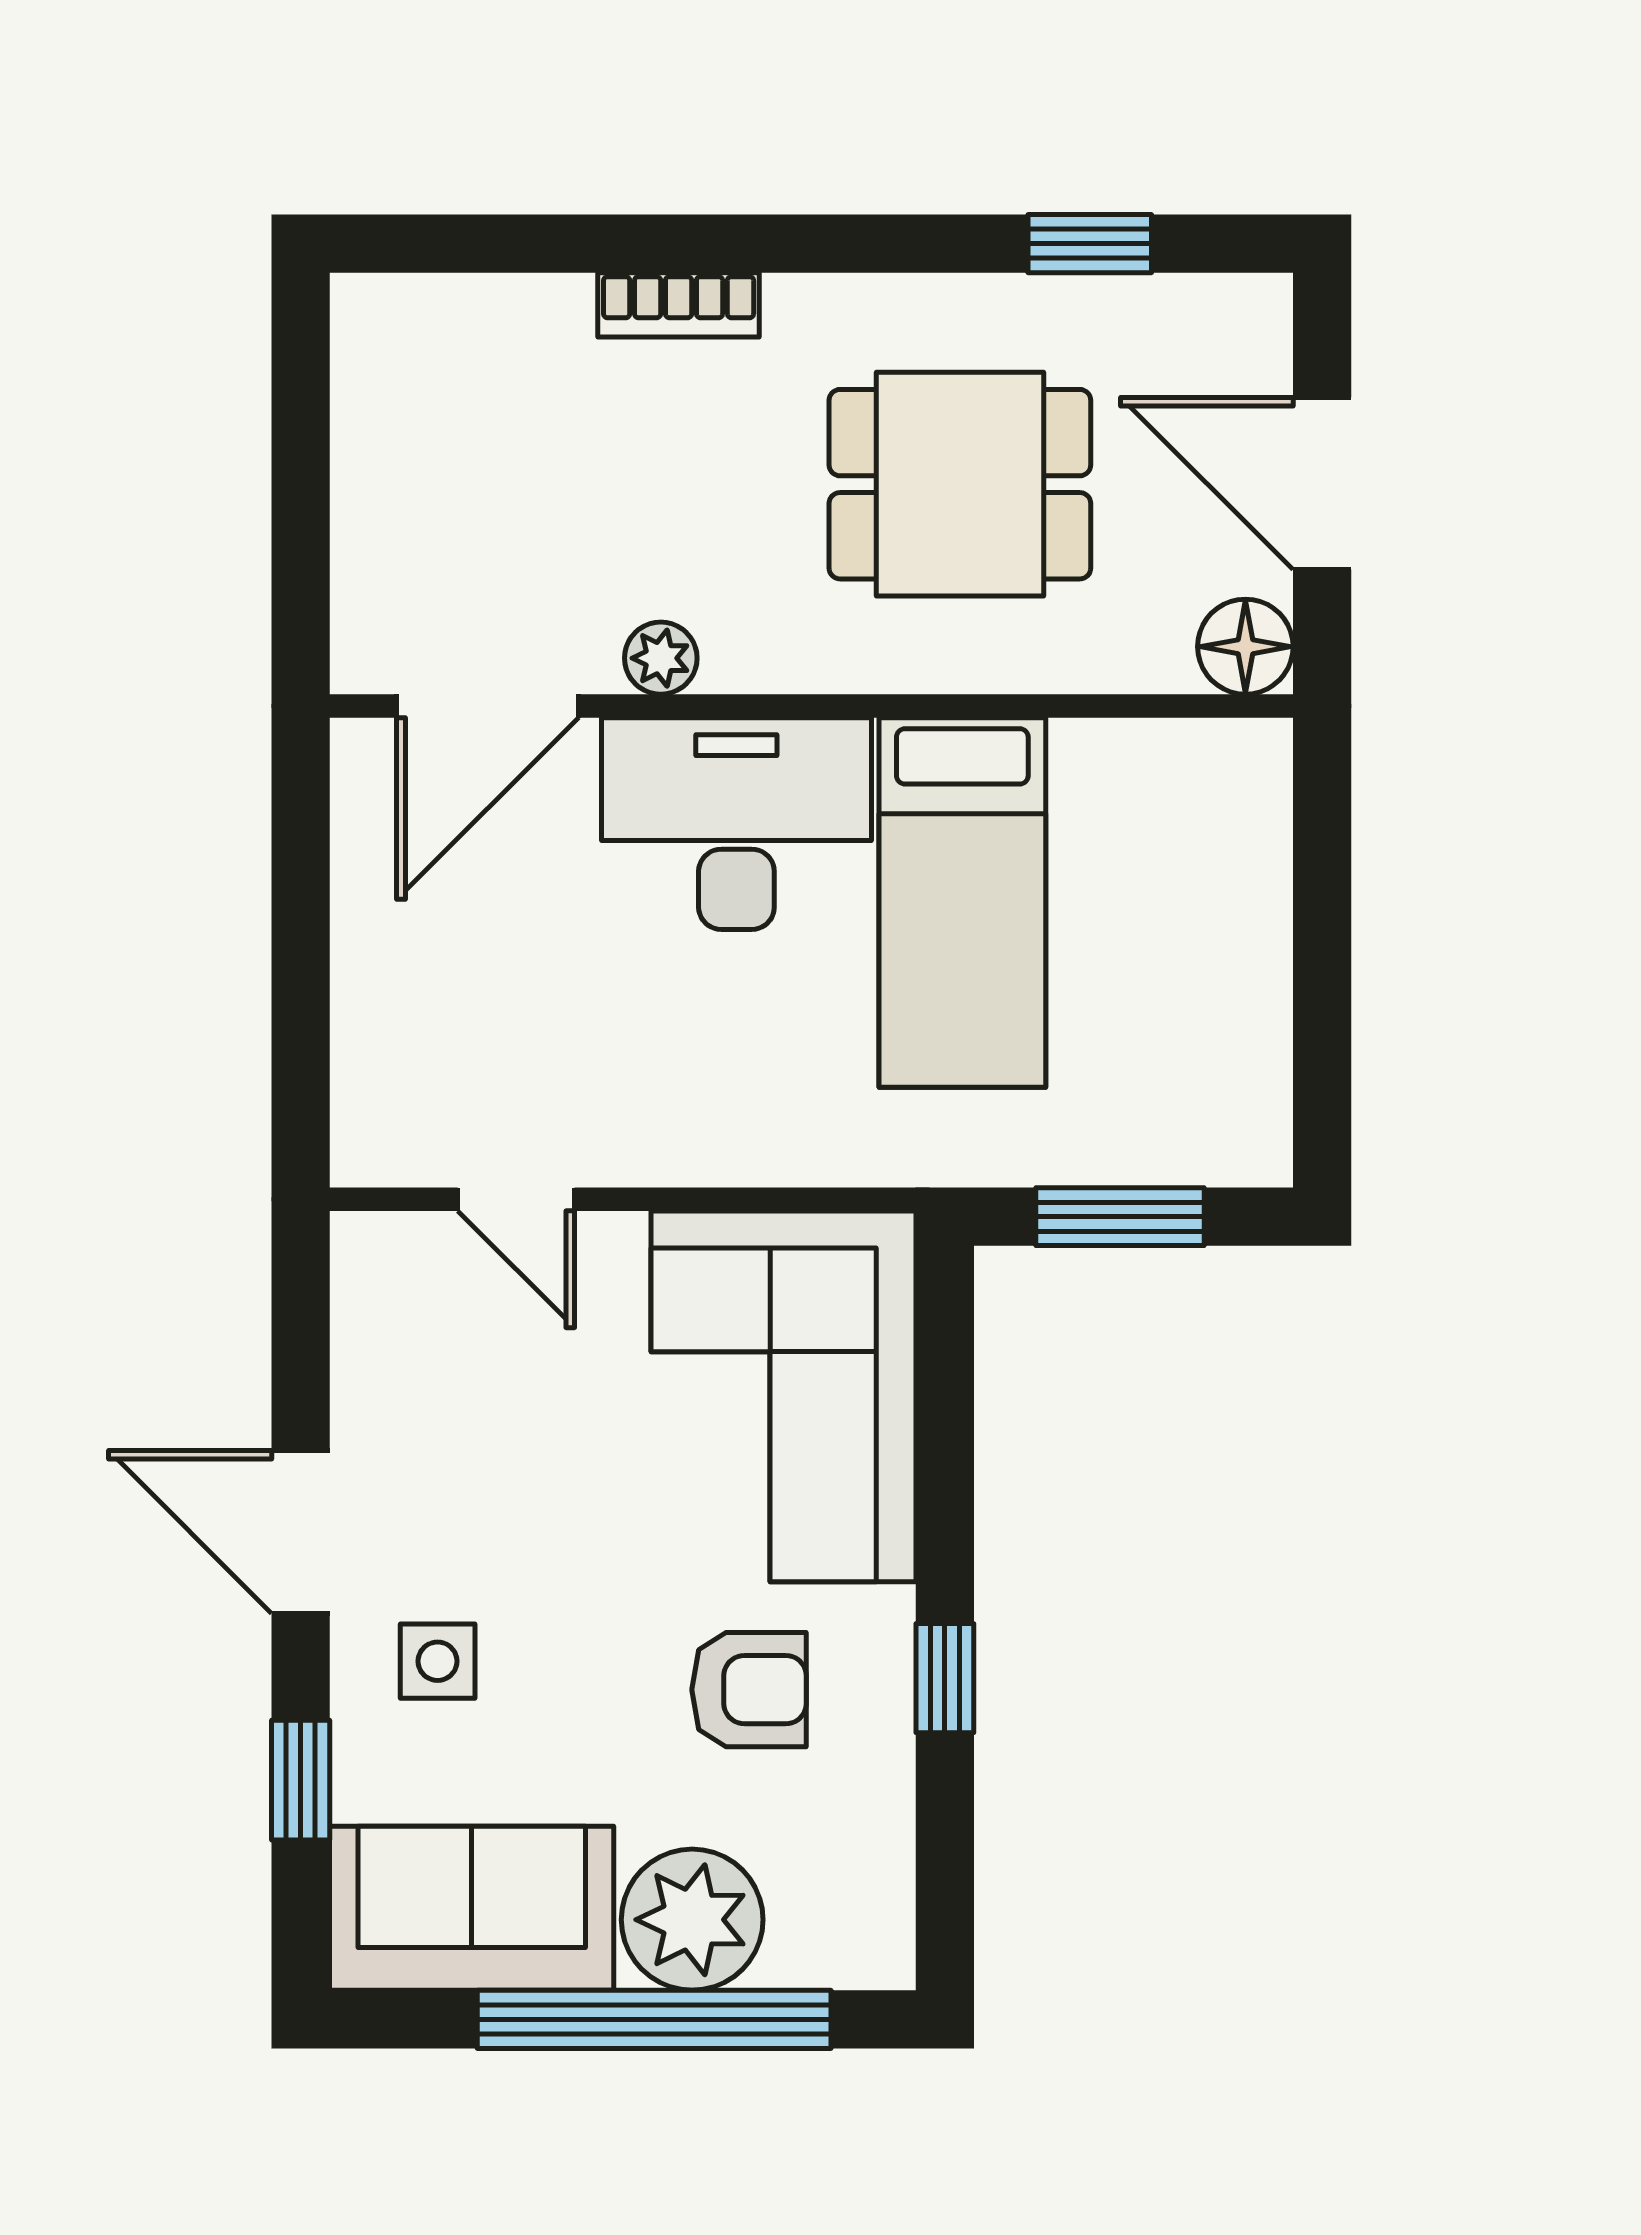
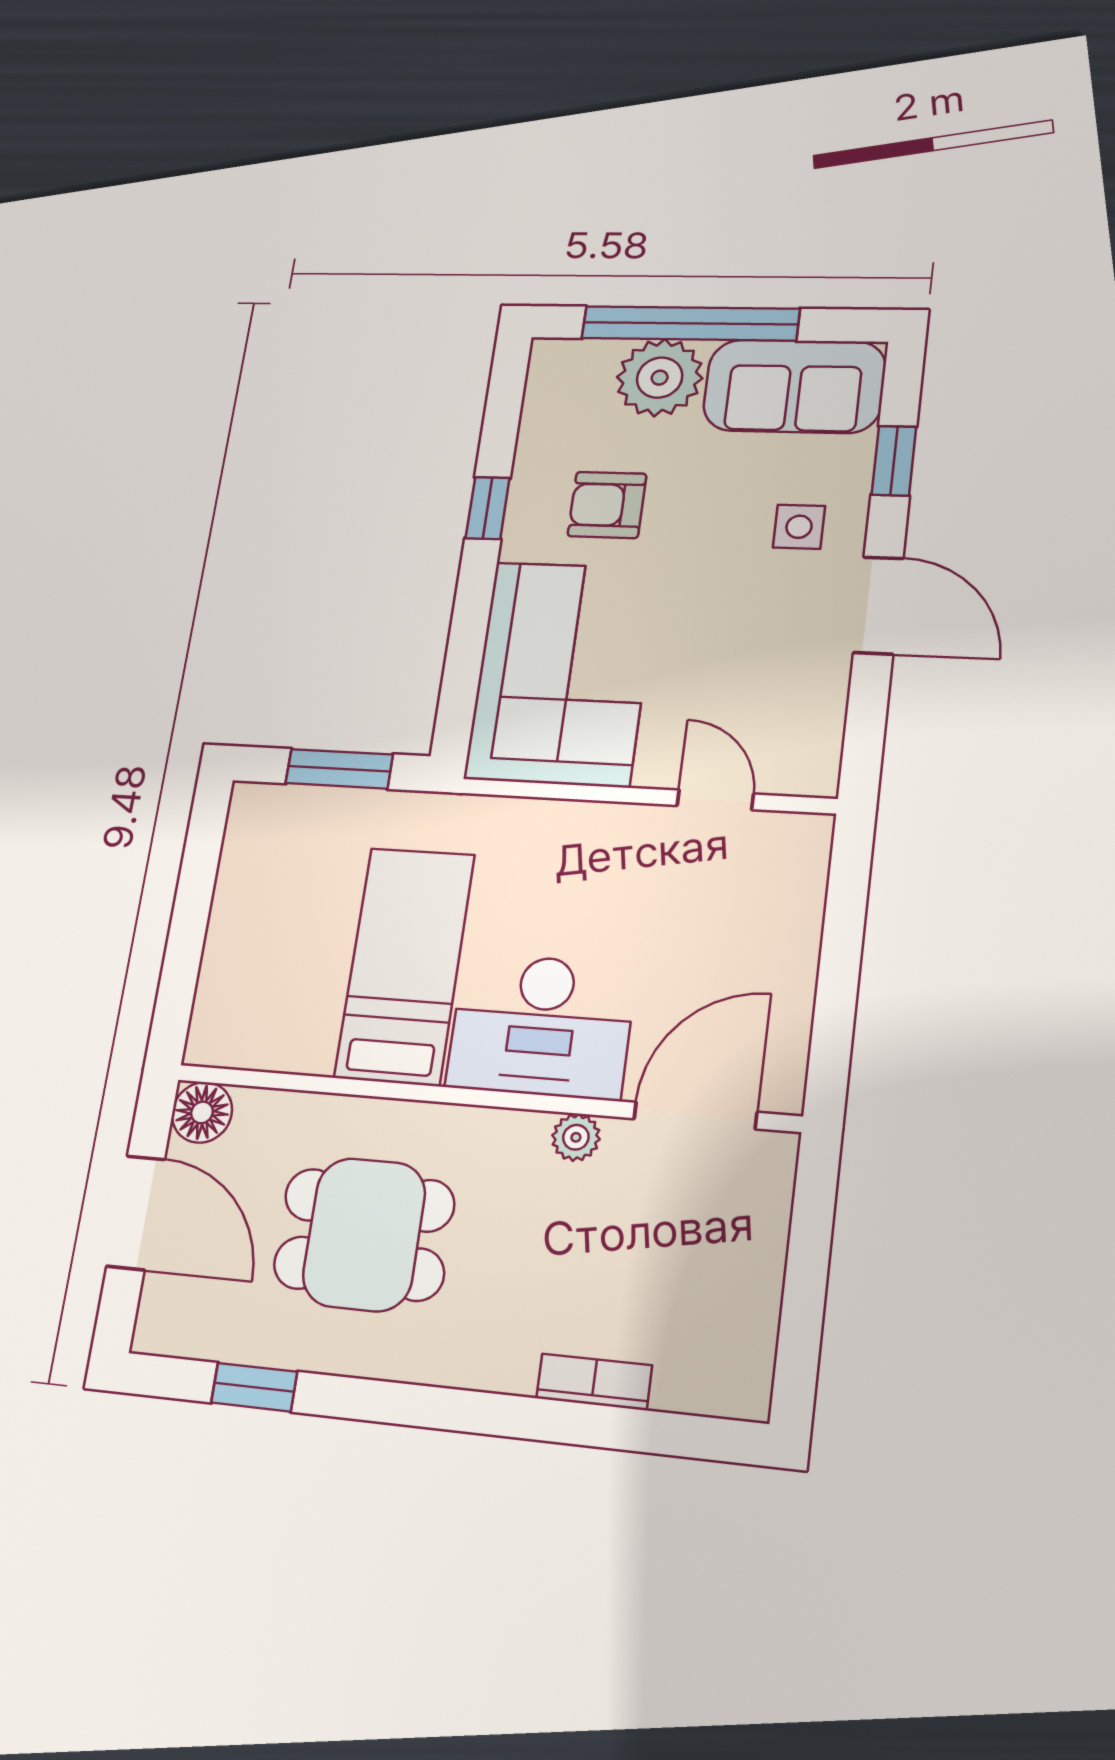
bookcase: (679, 305) -> (594, 1382), moved

